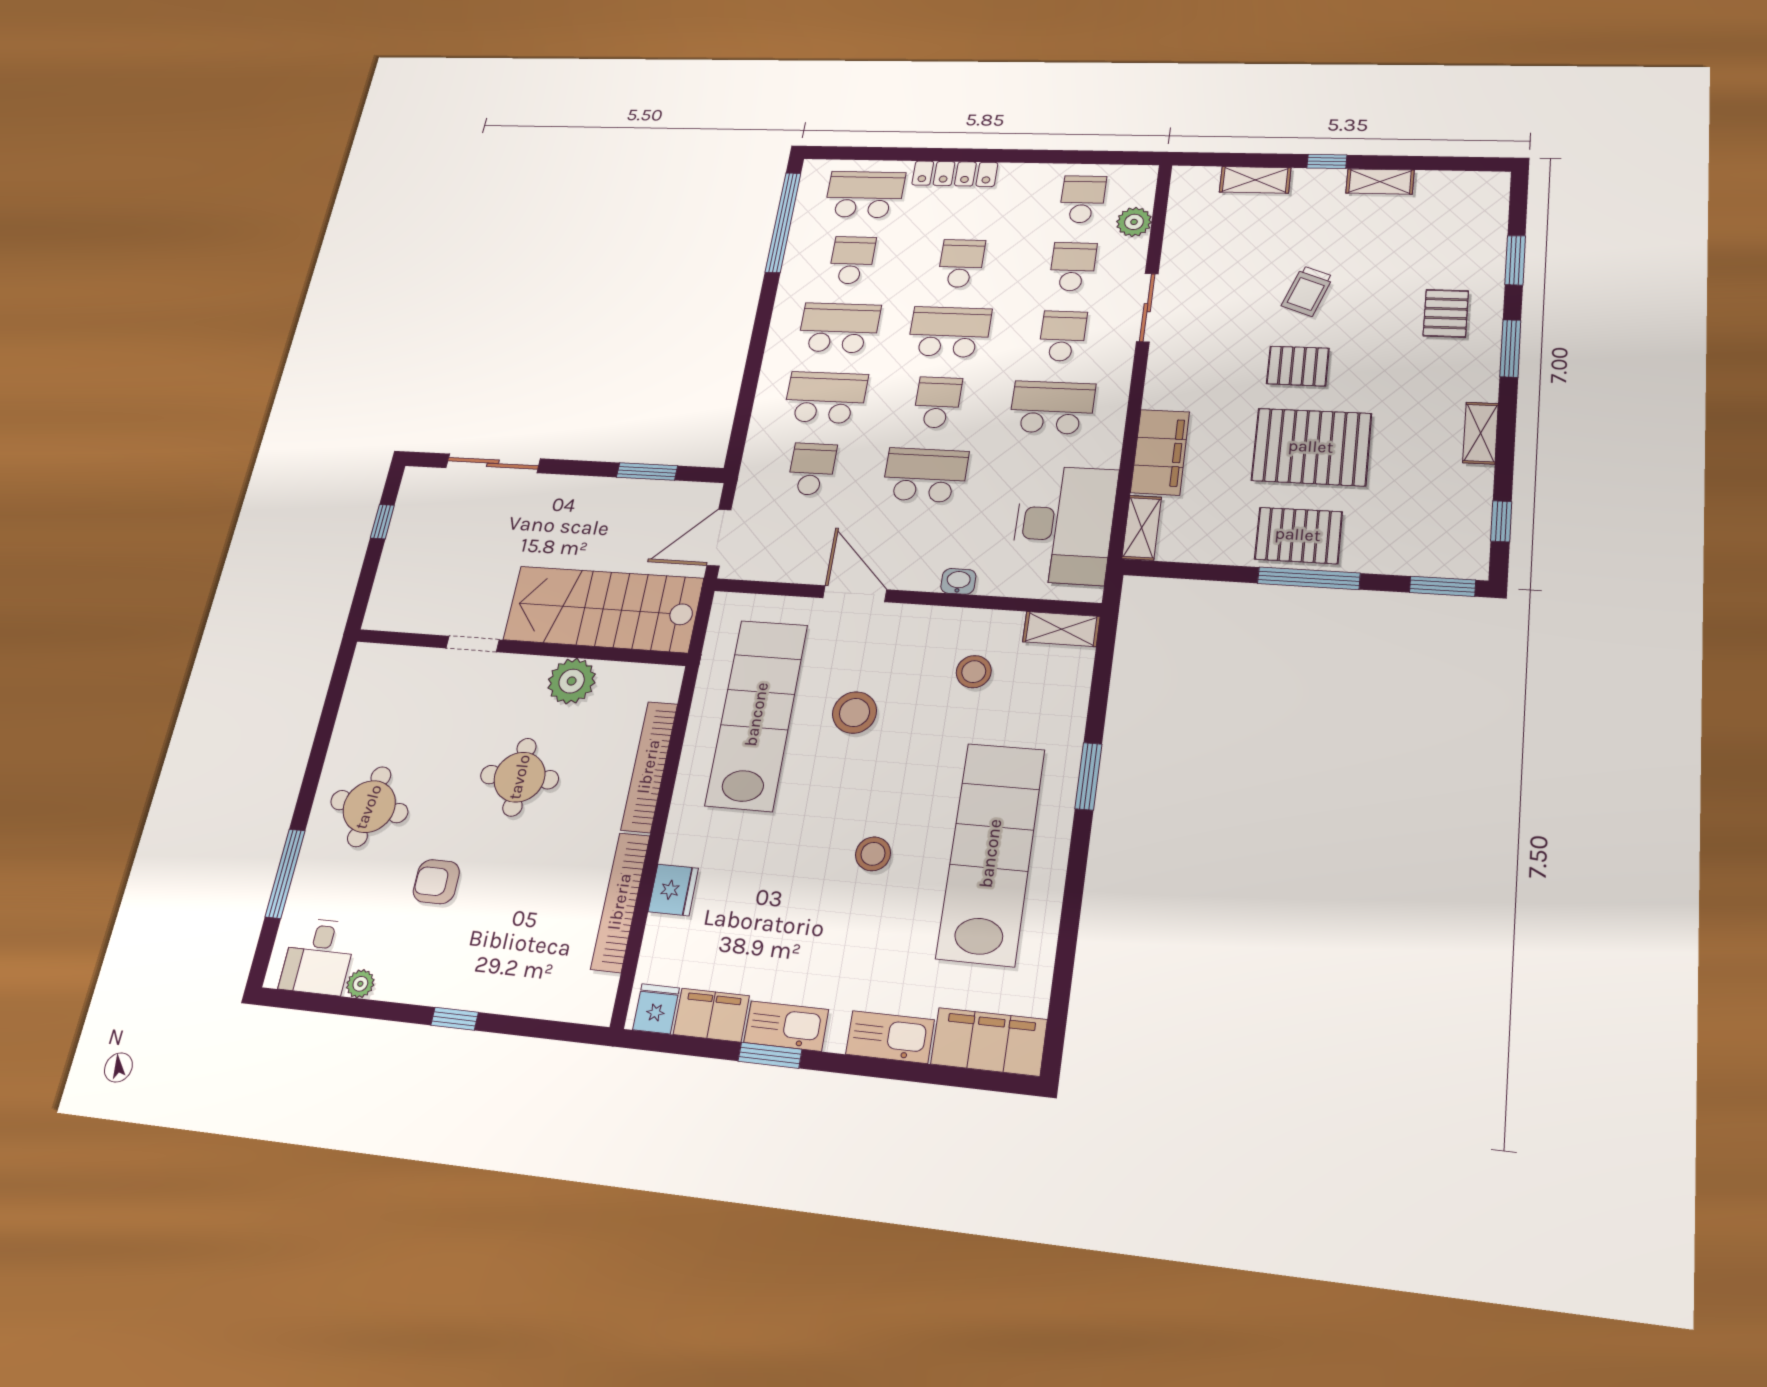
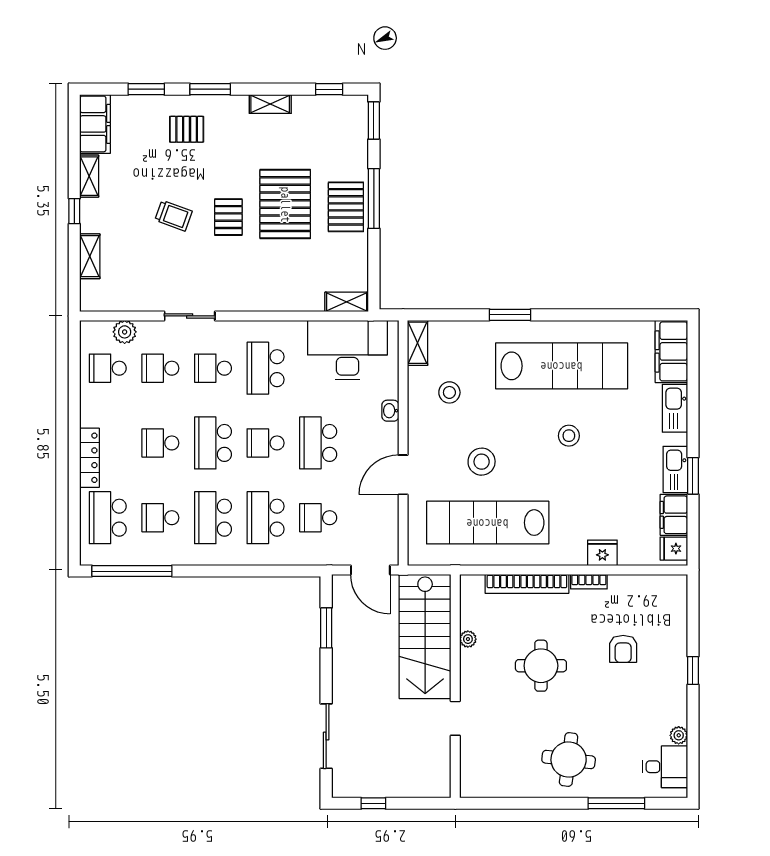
filing cabinet: (1160, 452) -> (95, 124), moved, turned 90
plant: (572, 681) -> (468, 639), width x0.53, depth x0.53
lab bench: (991, 853) -> (562, 366), turned 180
armchair: (436, 882) -> (623, 649), moved
bookcase: (620, 902) -> (589, 582), width x0.43, depth x0.76

